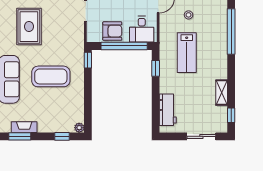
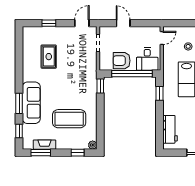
rug: (29, 27) -> (49, 57), width x0.73, depth x0.70
armchair: (112, 31) -> (122, 61), turned 180
coffee table: (51, 76) -> (69, 119), moved

